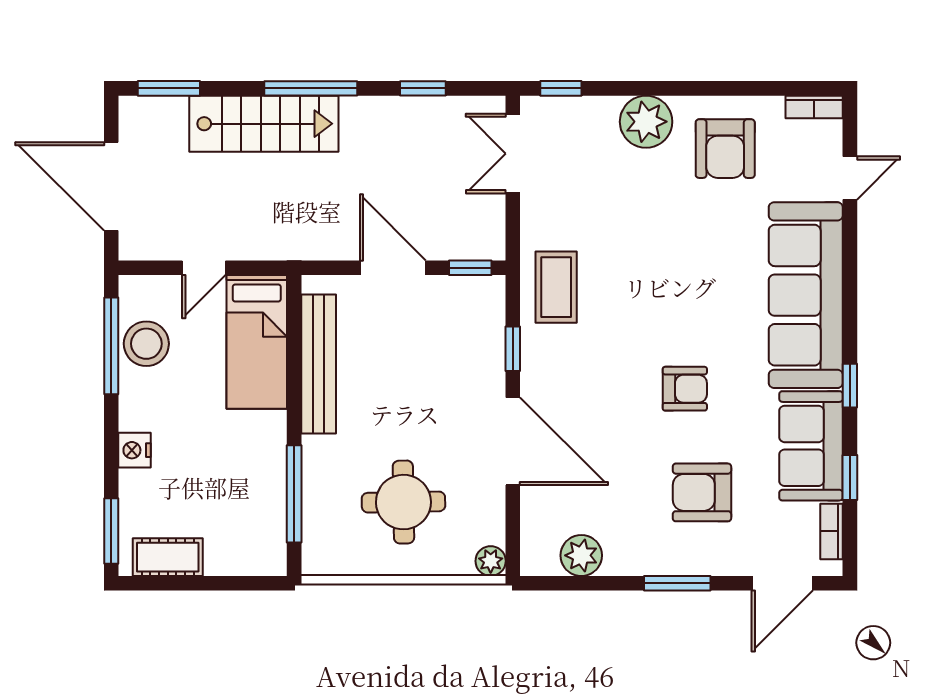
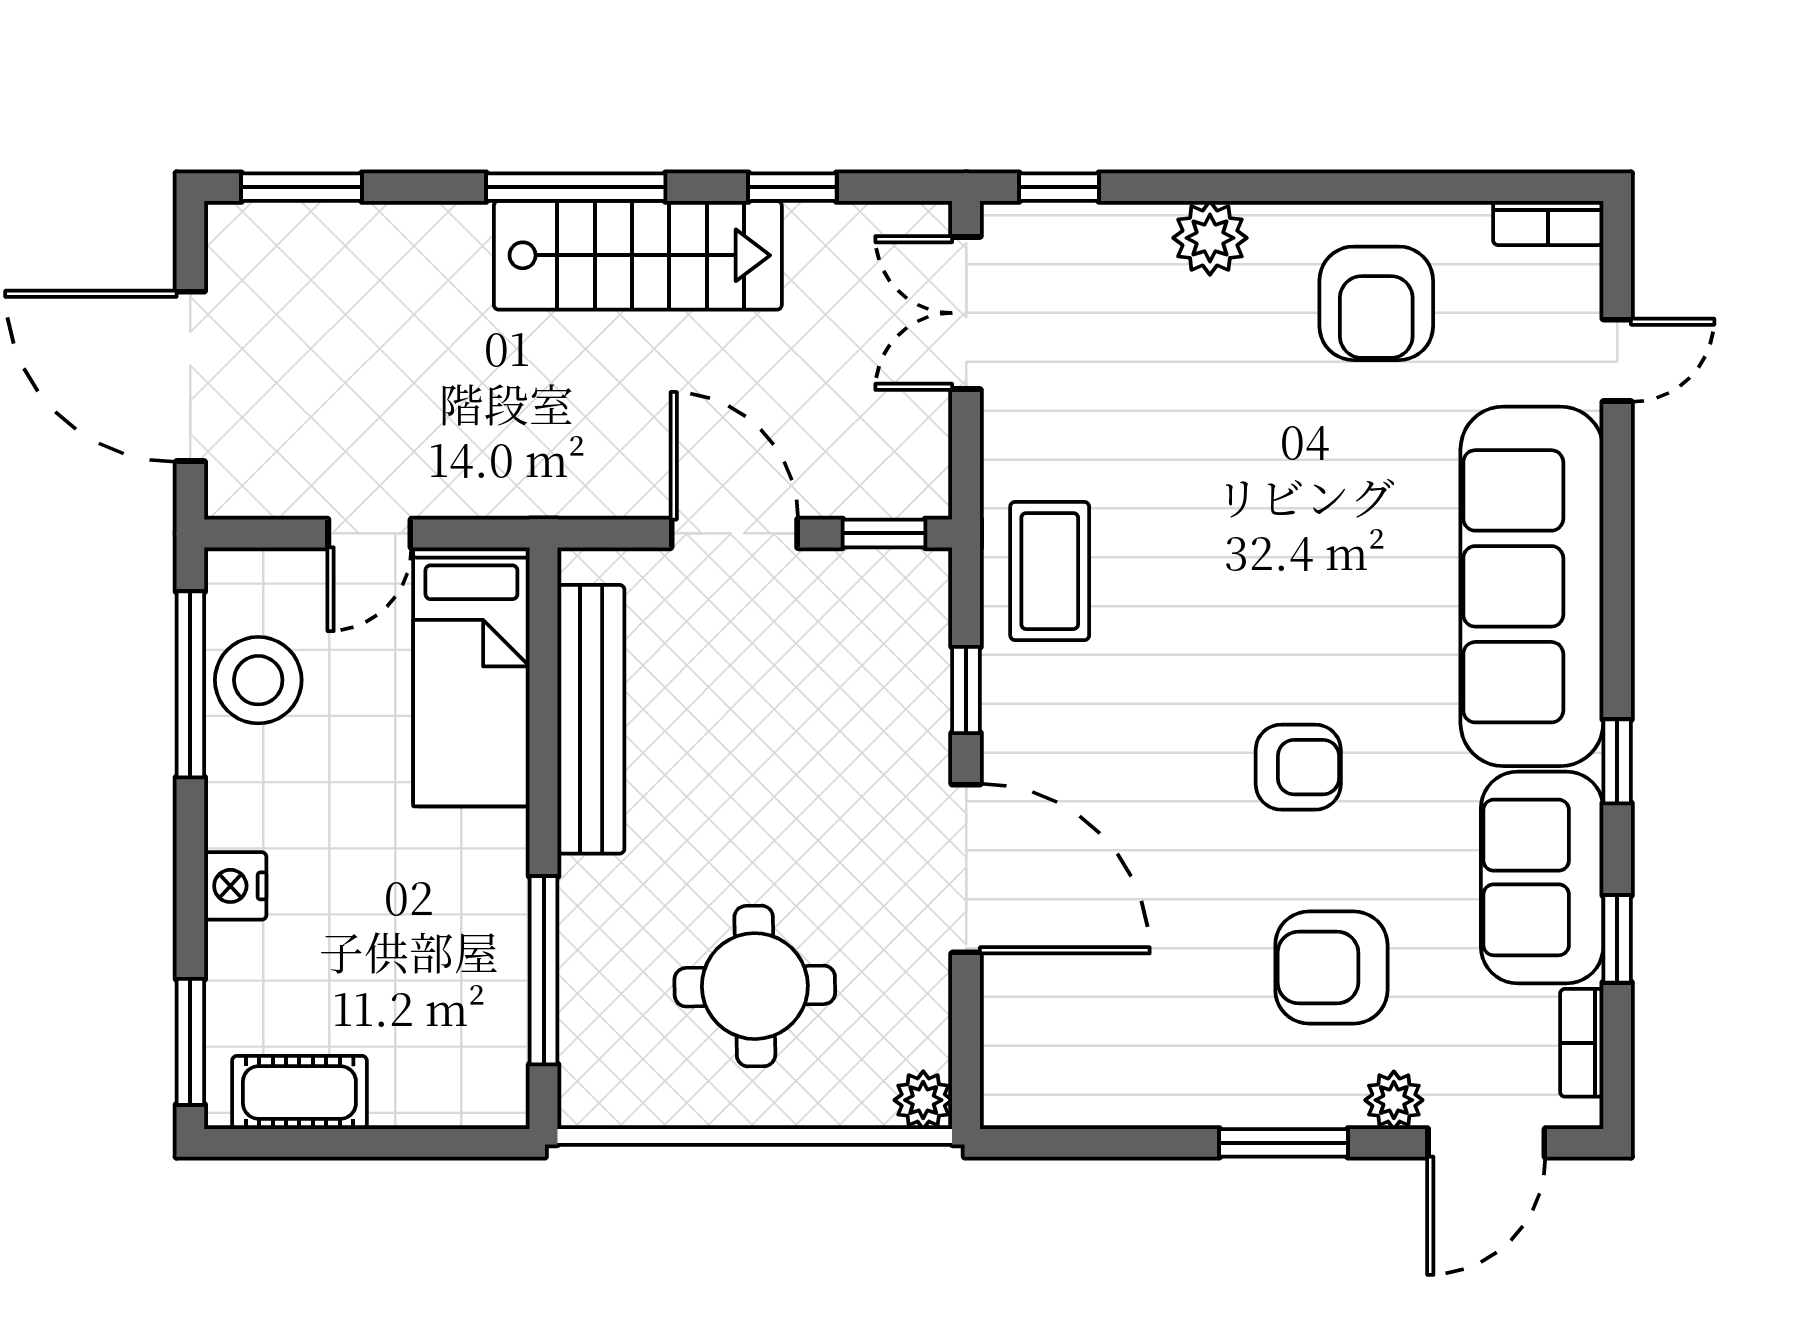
plant: (646, 122) -> (1210, 238), width x0.73, depth x0.73
stairs: (264, 124) -> (638, 255), moved
plant: (581, 555) -> (1394, 1100), moved, width x0.73, depth x0.73

